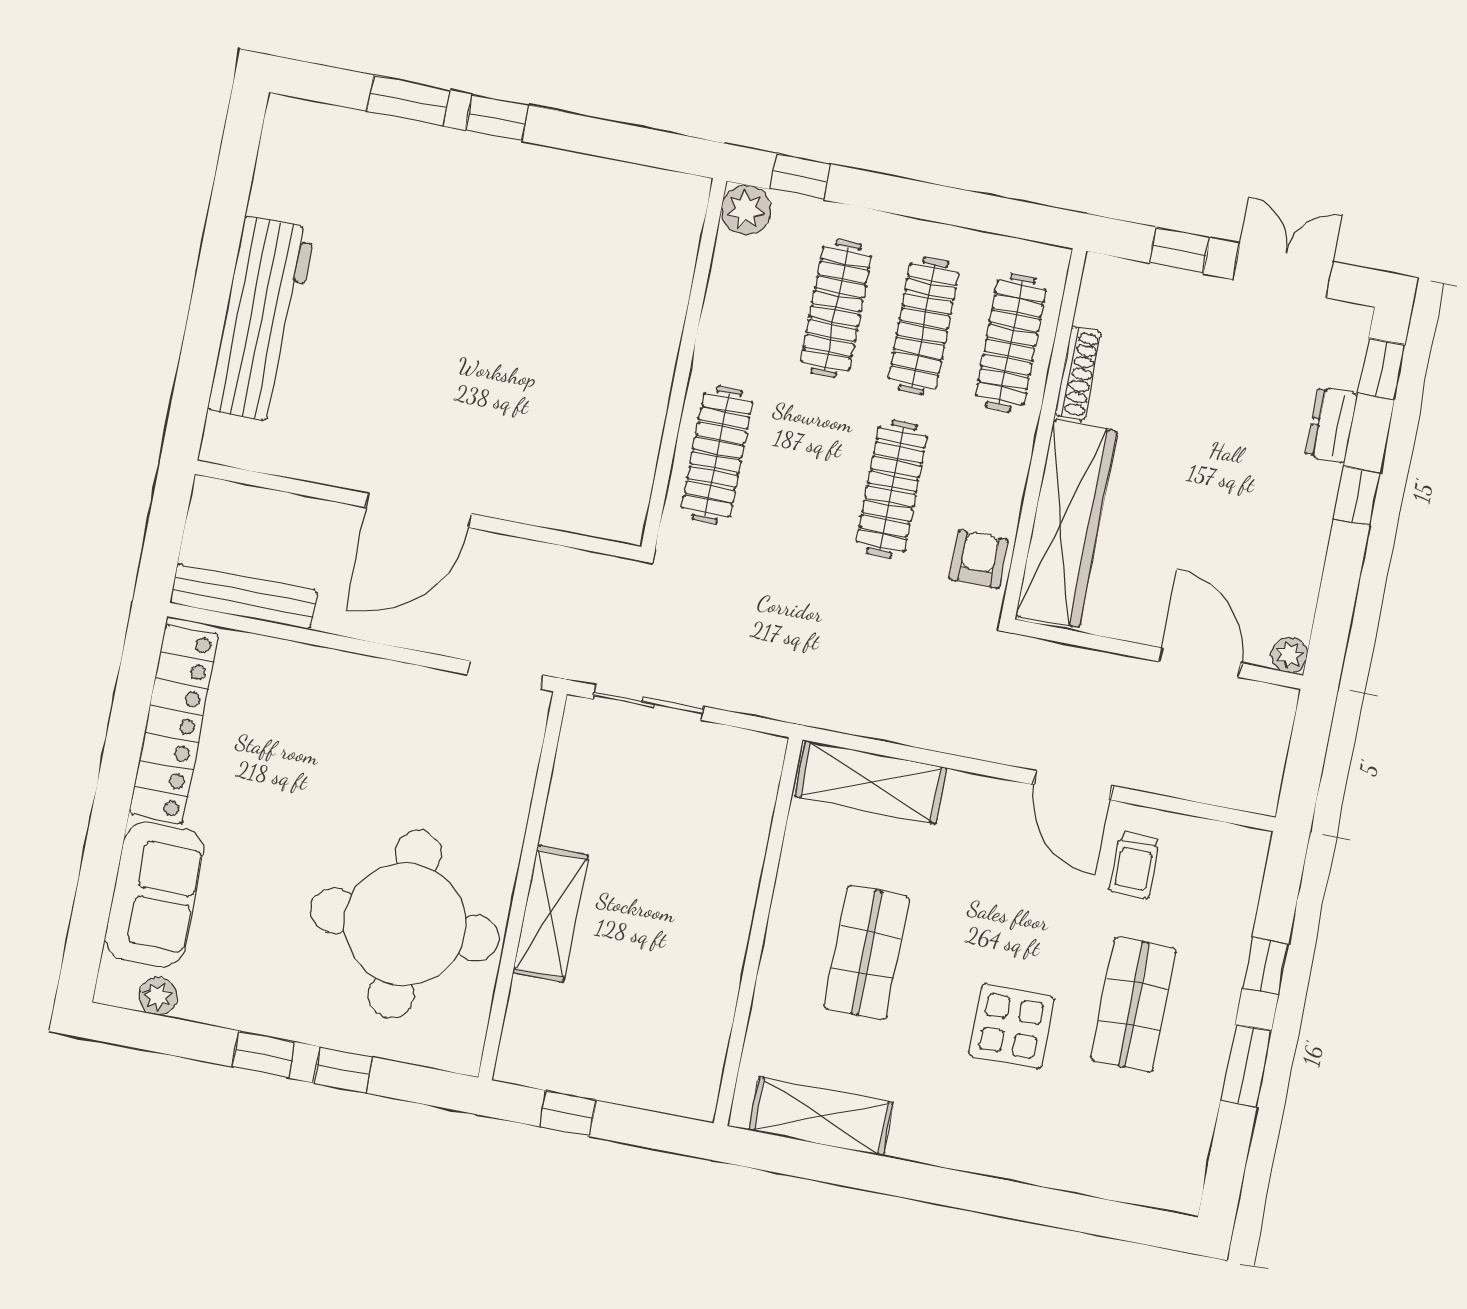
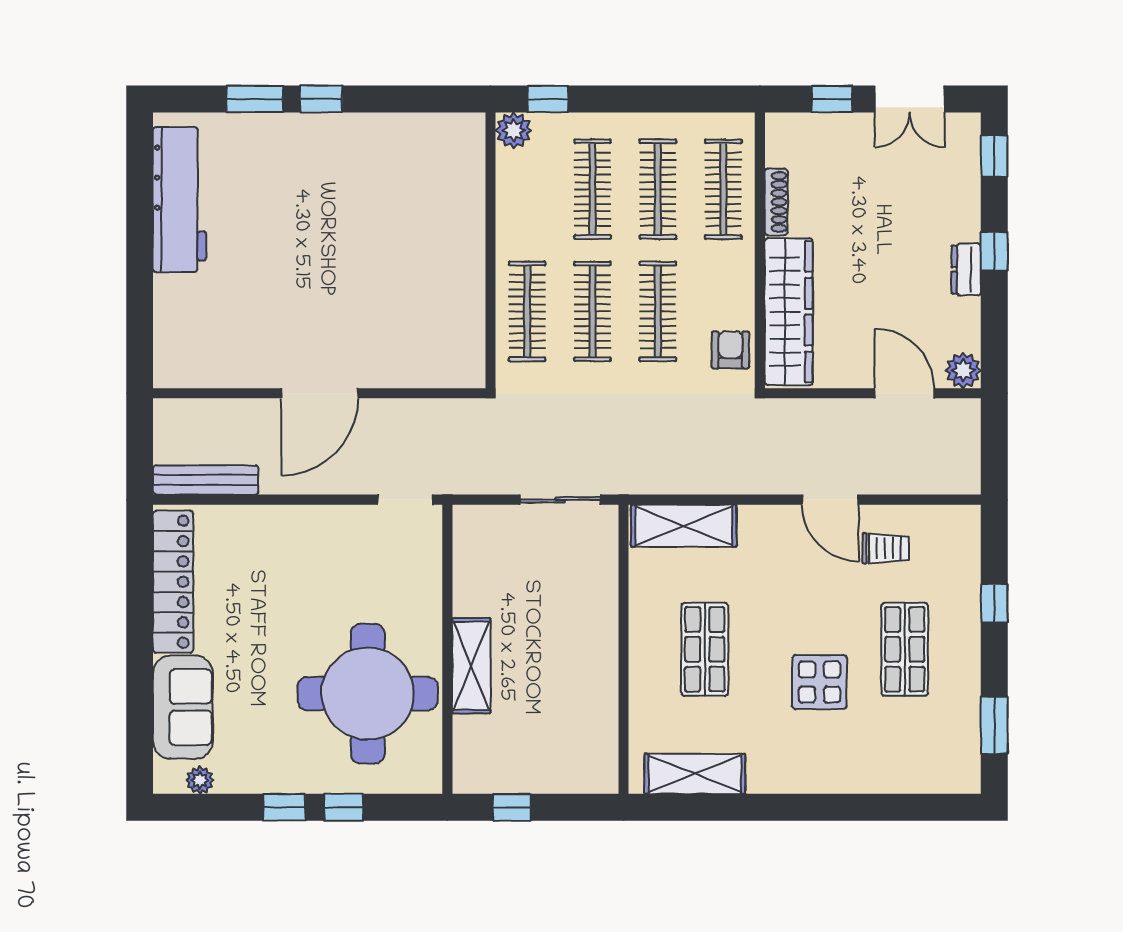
double door: (1283, 271) -> (910, 99), swing flipped
workbench: (261, 319) -> (179, 200), moved
dresser: (1332, 425) -> (966, 269), moved
clothes rail: (804, 472) -> (592, 311), added
plant: (1289, 655) -> (963, 370), width x1.38, depth x1.38
sliding door: (648, 703) -> (560, 500), moved
trolley: (1134, 865) -> (886, 548), turned -90
window: (1246, 1066) -> (994, 725), moved

